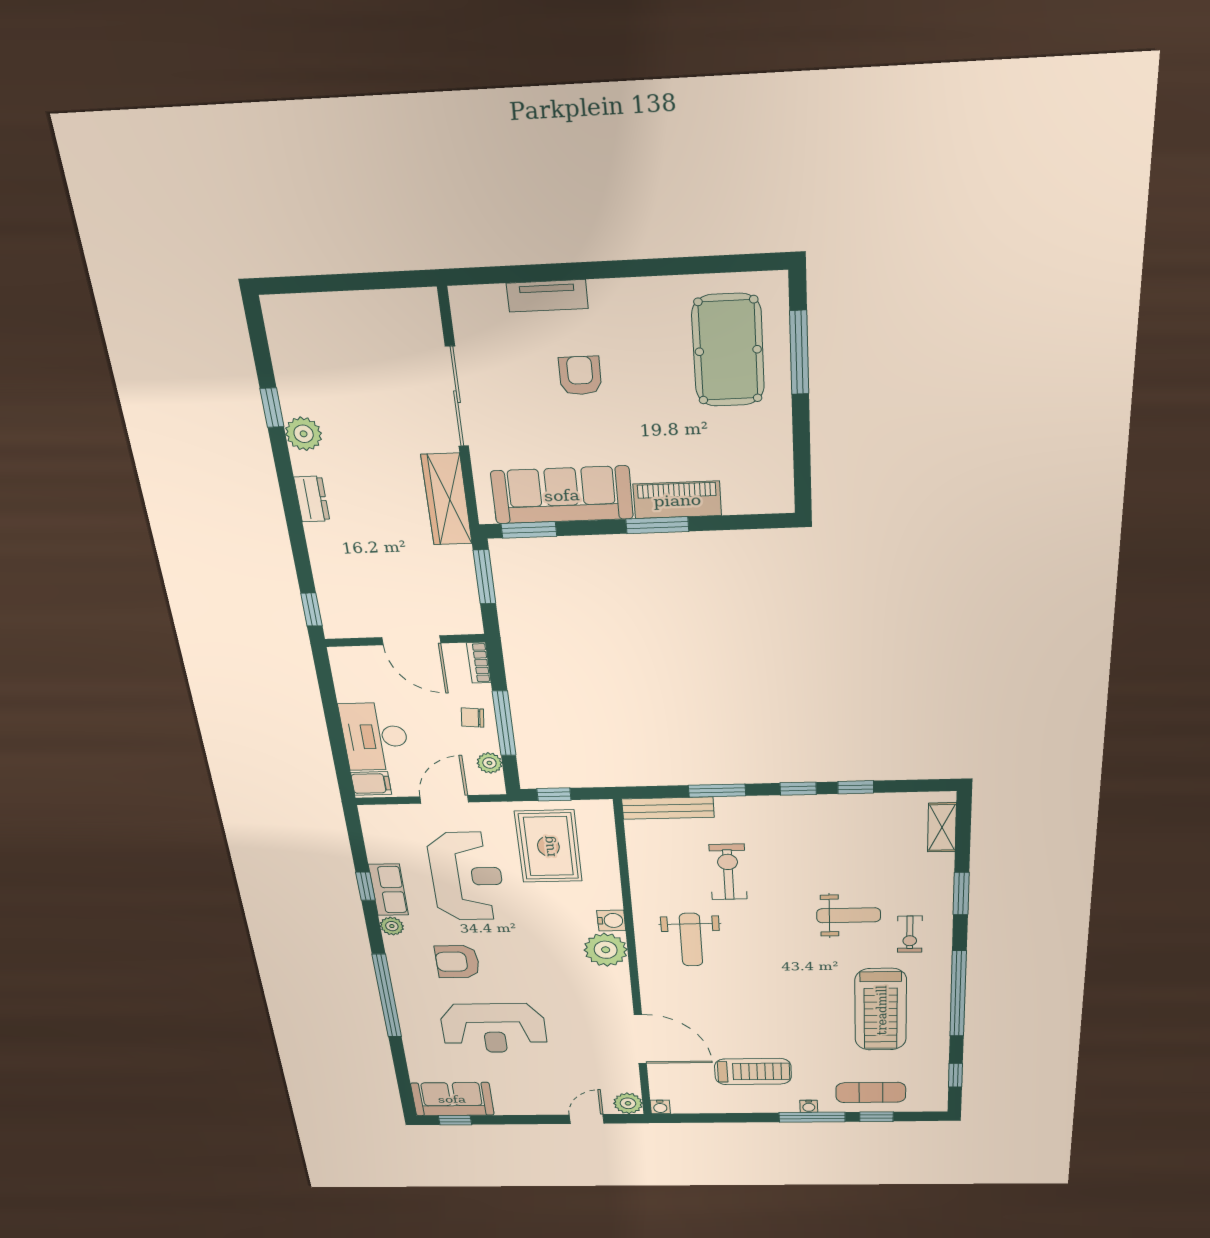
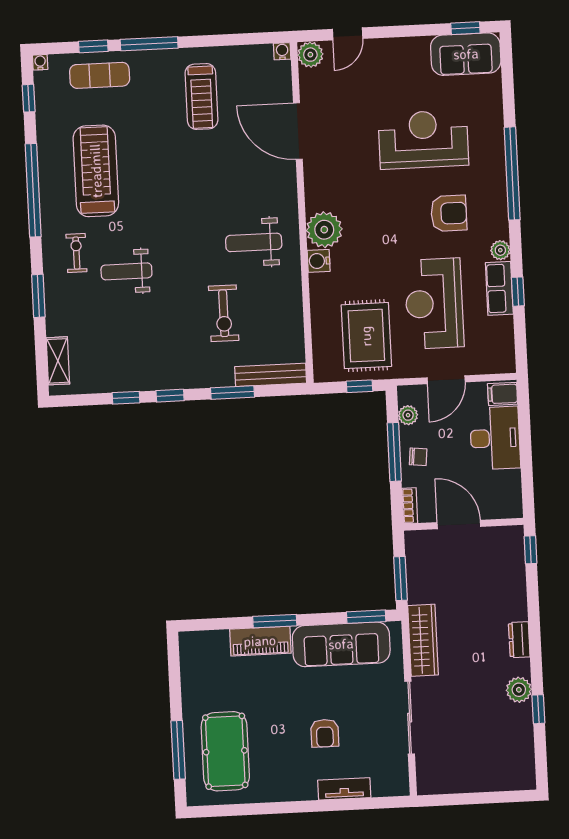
weight bench: (691, 940) -> (254, 242), turned -90
treadmill: (753, 1072) -> (201, 97), turned -90
water cooler: (809, 1106) -> (40, 62), moved

